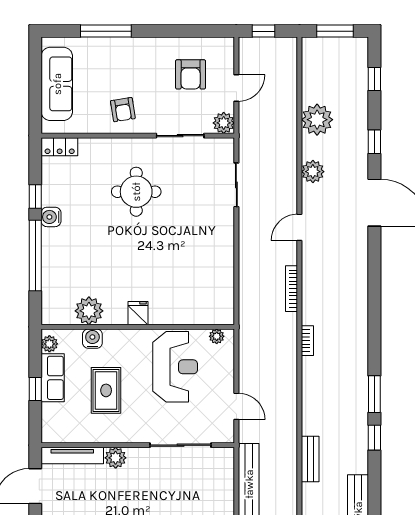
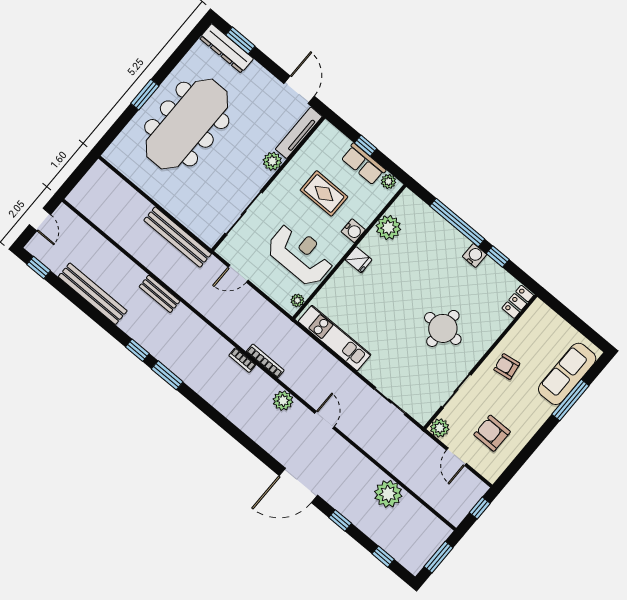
sofa: (57, 84) -> (567, 374), moved, turned 90
plant: (313, 172) -> (283, 401), moved
kitchen unit: (222, 278) -> (335, 338), added
bookcase: (292, 289) -> (265, 361), moved
water cooler: (92, 339) -> (353, 231), moved
reception desk: (175, 367) -> (300, 254), turned 180

